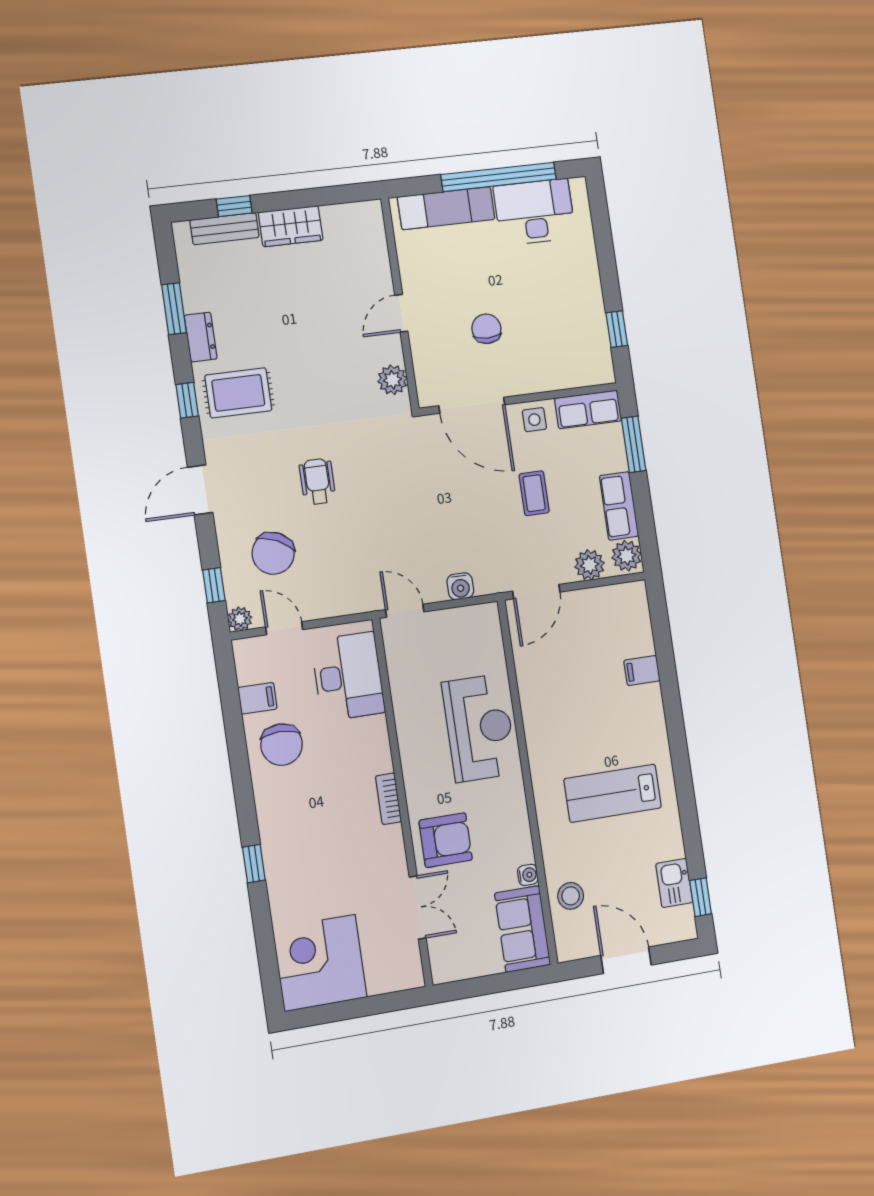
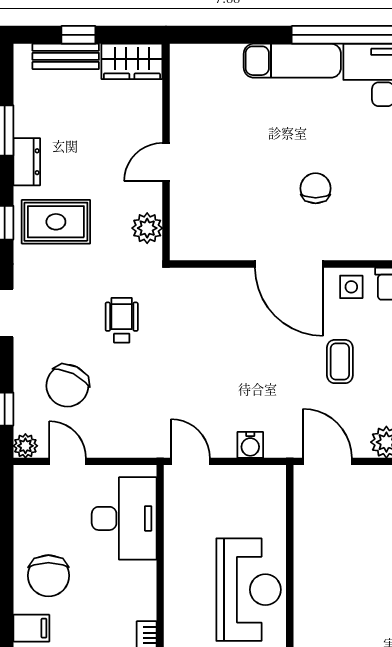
wall: (400, 304) -> (166, 152), moved
door: (401, 313) -> (166, 162), moved
plant: (392, 380) -> (147, 228), moved
door: (536, 592) -> (327, 461), swing flipped
filing cabinet: (257, 698) -> (31, 628), moved

